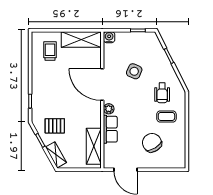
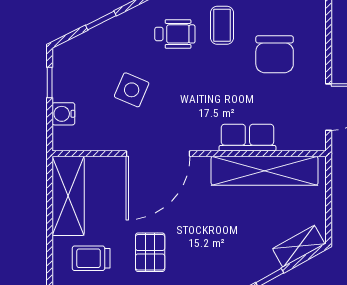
water cooler: (109, 37) -> (63, 114), moved
plant: (109, 109) -> (207, 141), removed
pallet: (55, 126) -> (150, 252), moved
chair: (152, 143) -> (275, 54), turned -59
shelving: (94, 146) -> (265, 171), width x1.47

